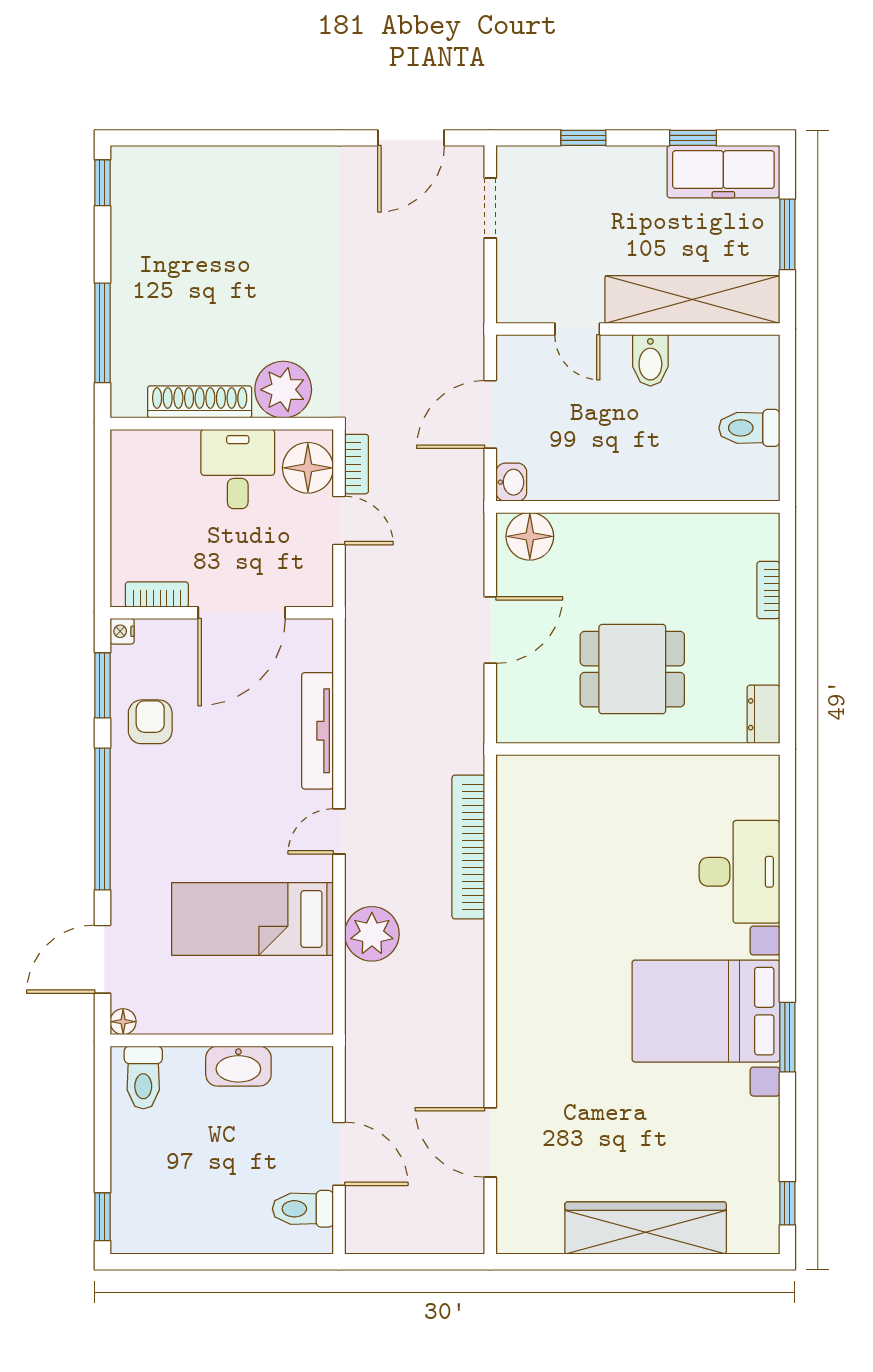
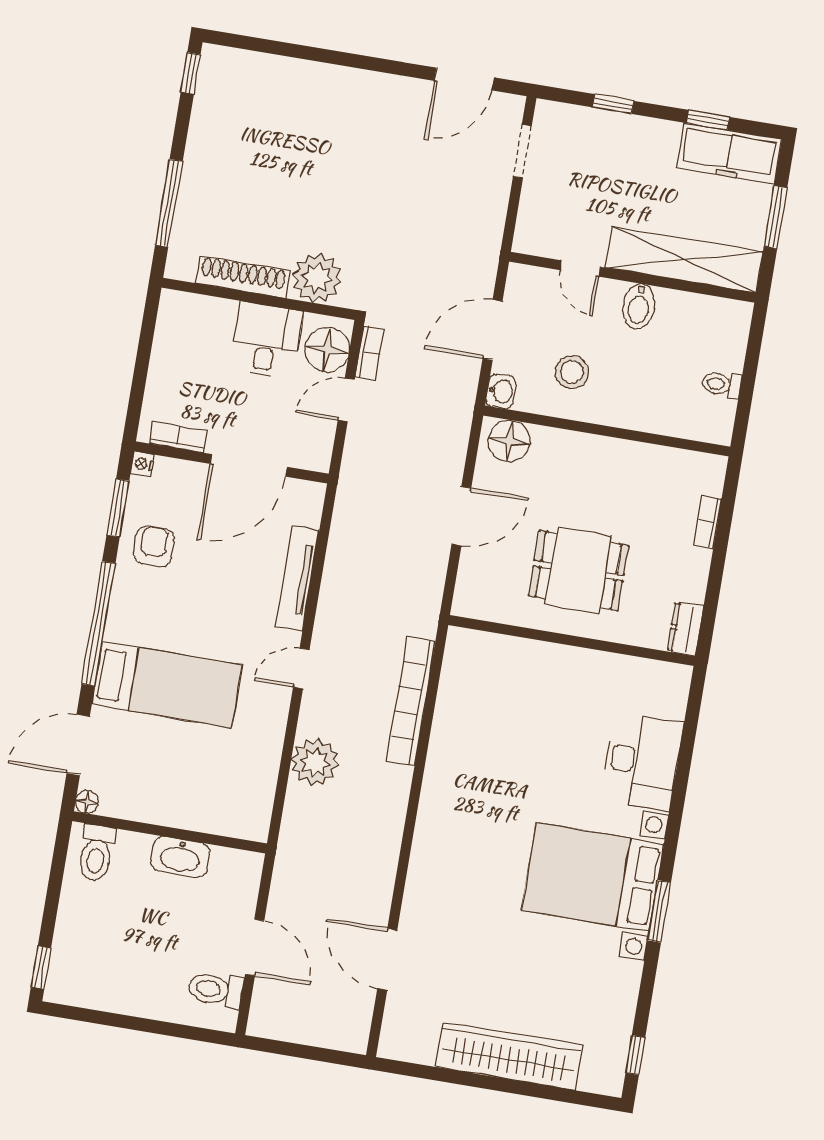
toilet: (749, 428) -> (721, 384), width x0.73, depth x0.72
stool: (587, 447) -> (572, 372), added
door: (339, 521) -> (346, 400), swing flipped
bed: (252, 919) -> (167, 685), moved, turned 180

